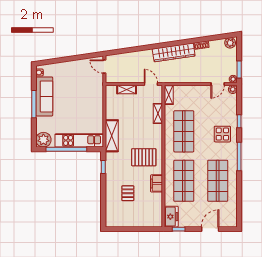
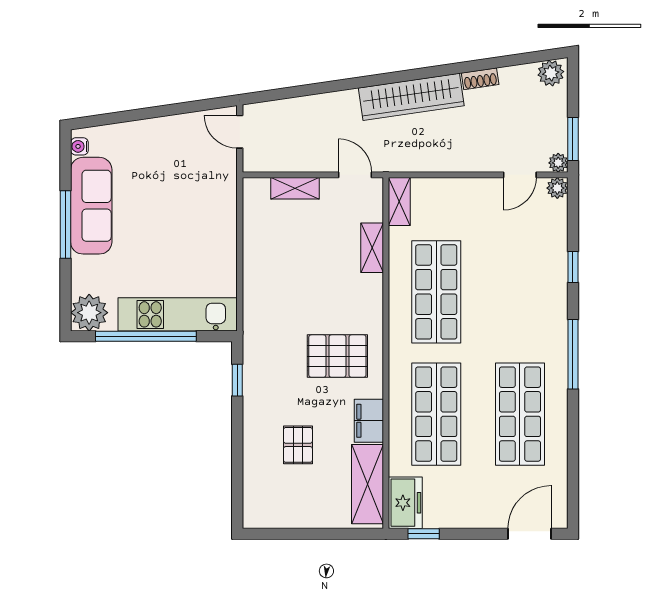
display table: (222, 134) -> (532, 299), removed
shelving: (112, 136) -> (367, 484), moved
door: (210, 229) -> (530, 534), moved

